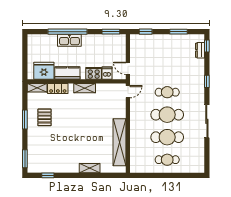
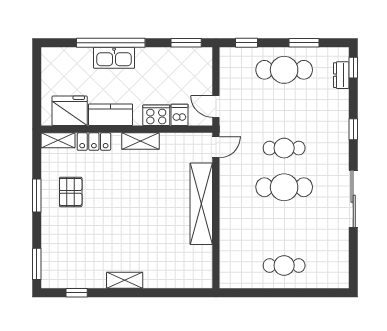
cafe table: (167, 137) -> (284, 70), moved
shelving: (120, 142) -> (201, 204), moved
shelving: (90, 168) -> (125, 280), moved

